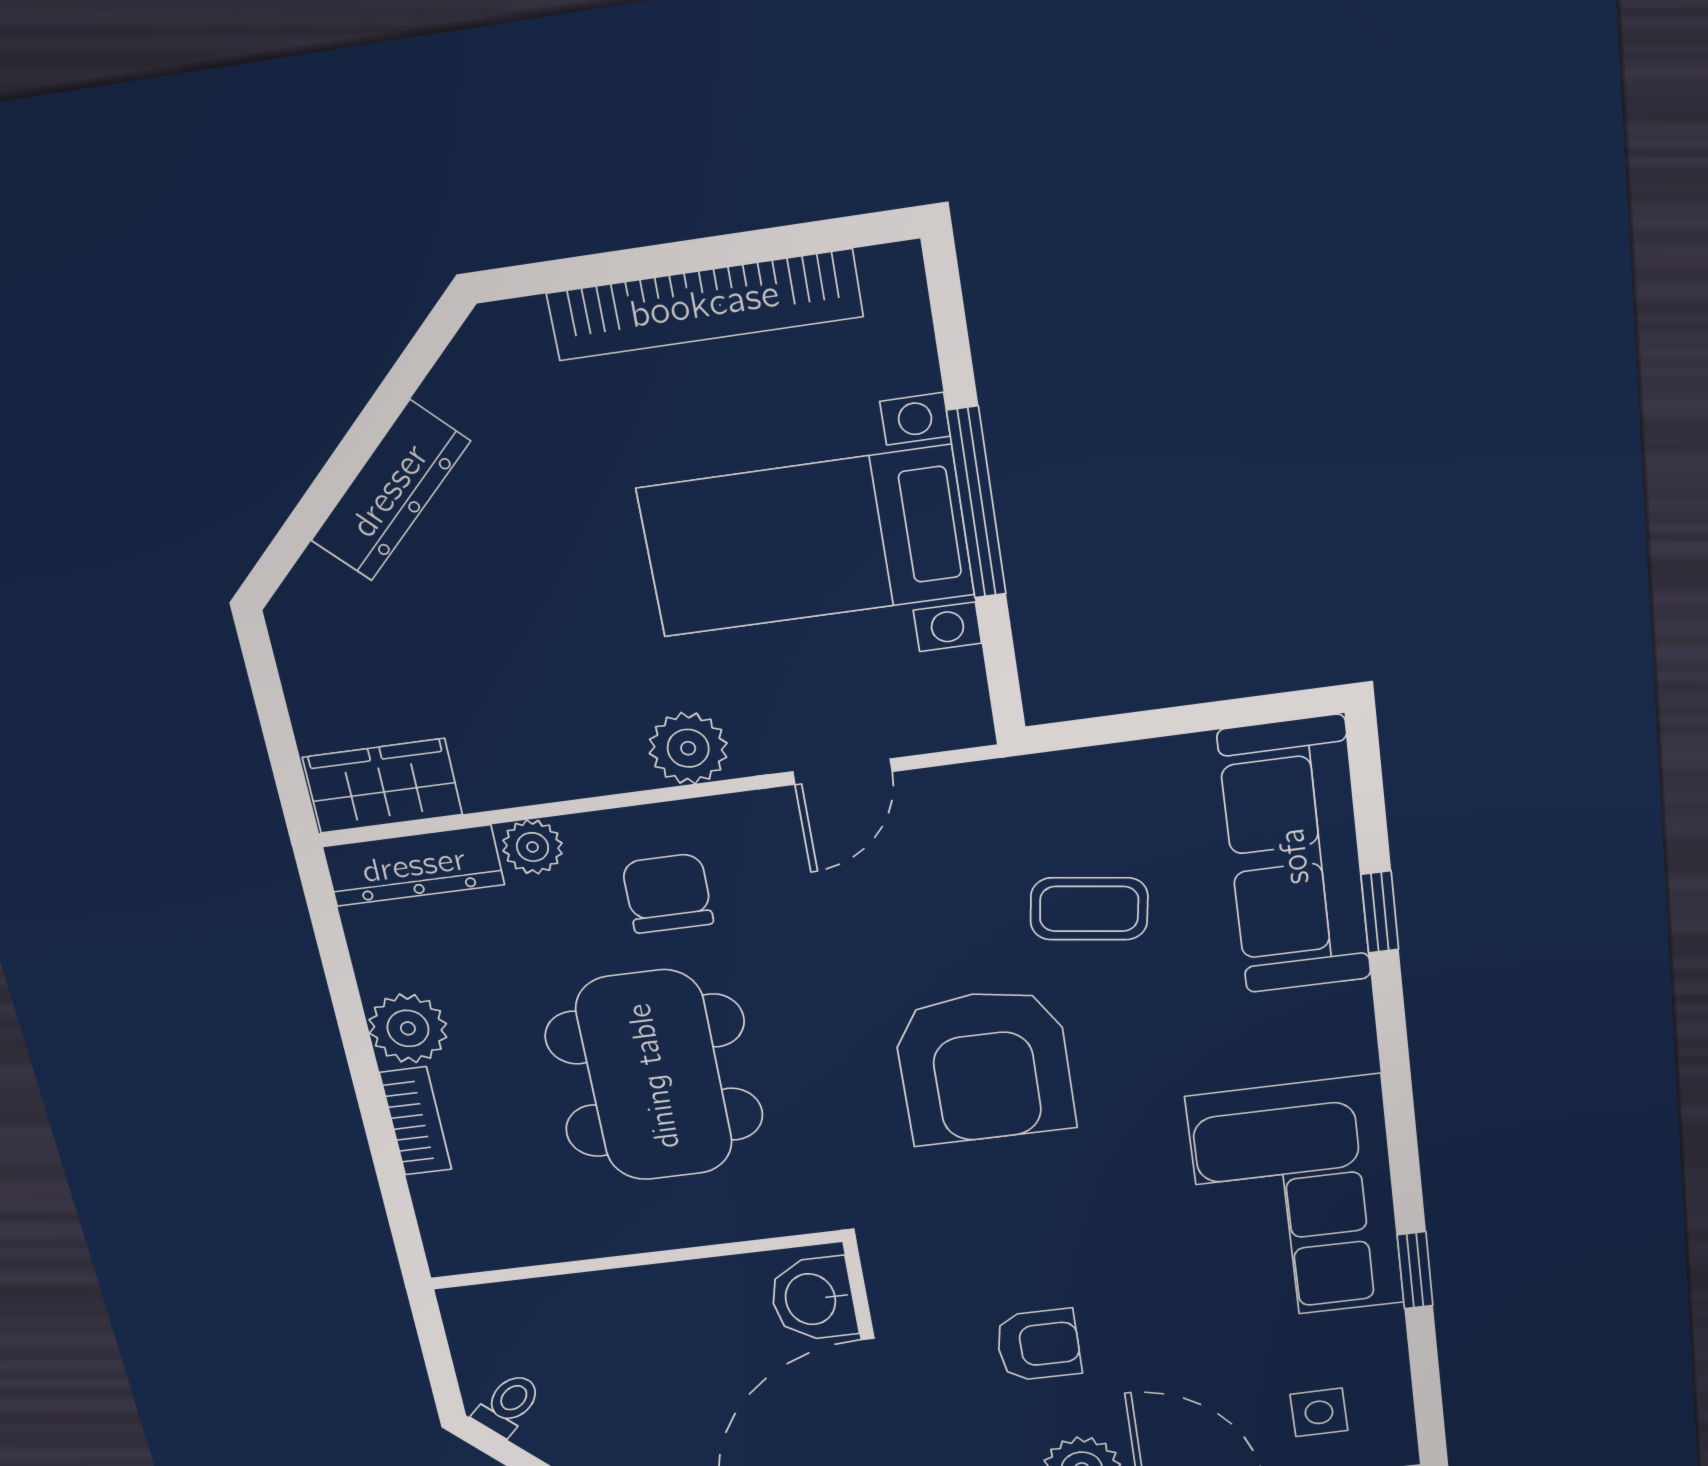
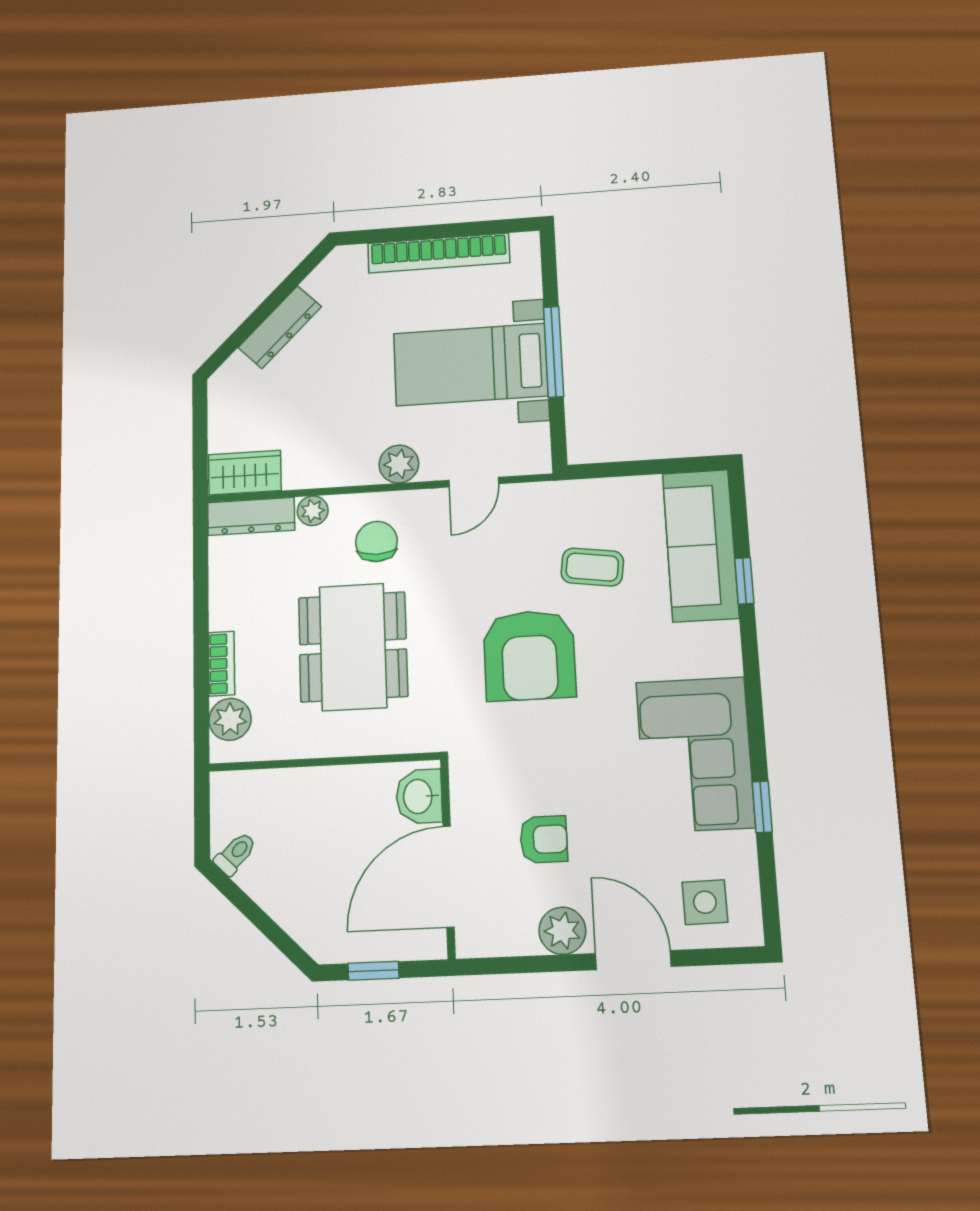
plant: (408, 1028) -> (230, 719), moved
side table: (1319, 1412) -> (705, 902), width x1.37, depth x1.37

